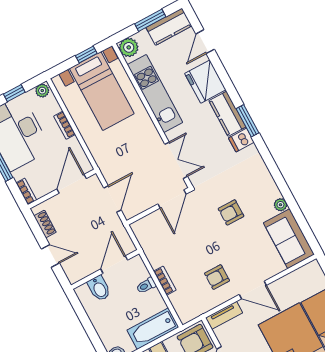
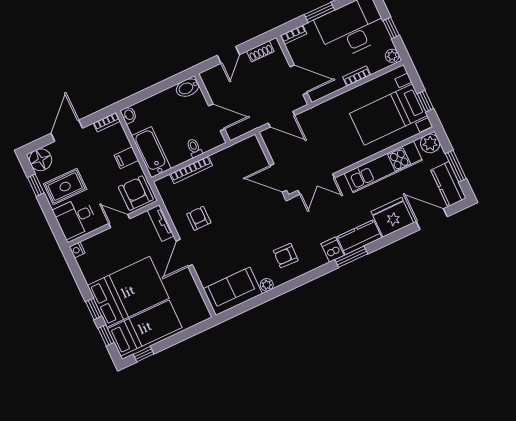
door: (205, 42) -> (432, 219), width x1.38
armchair: (231, 212) -> (286, 256), moved, turned -88
bookcase: (165, 281) -> (191, 170), width x1.56
bidet: (99, 288) -> (188, 88), moved

